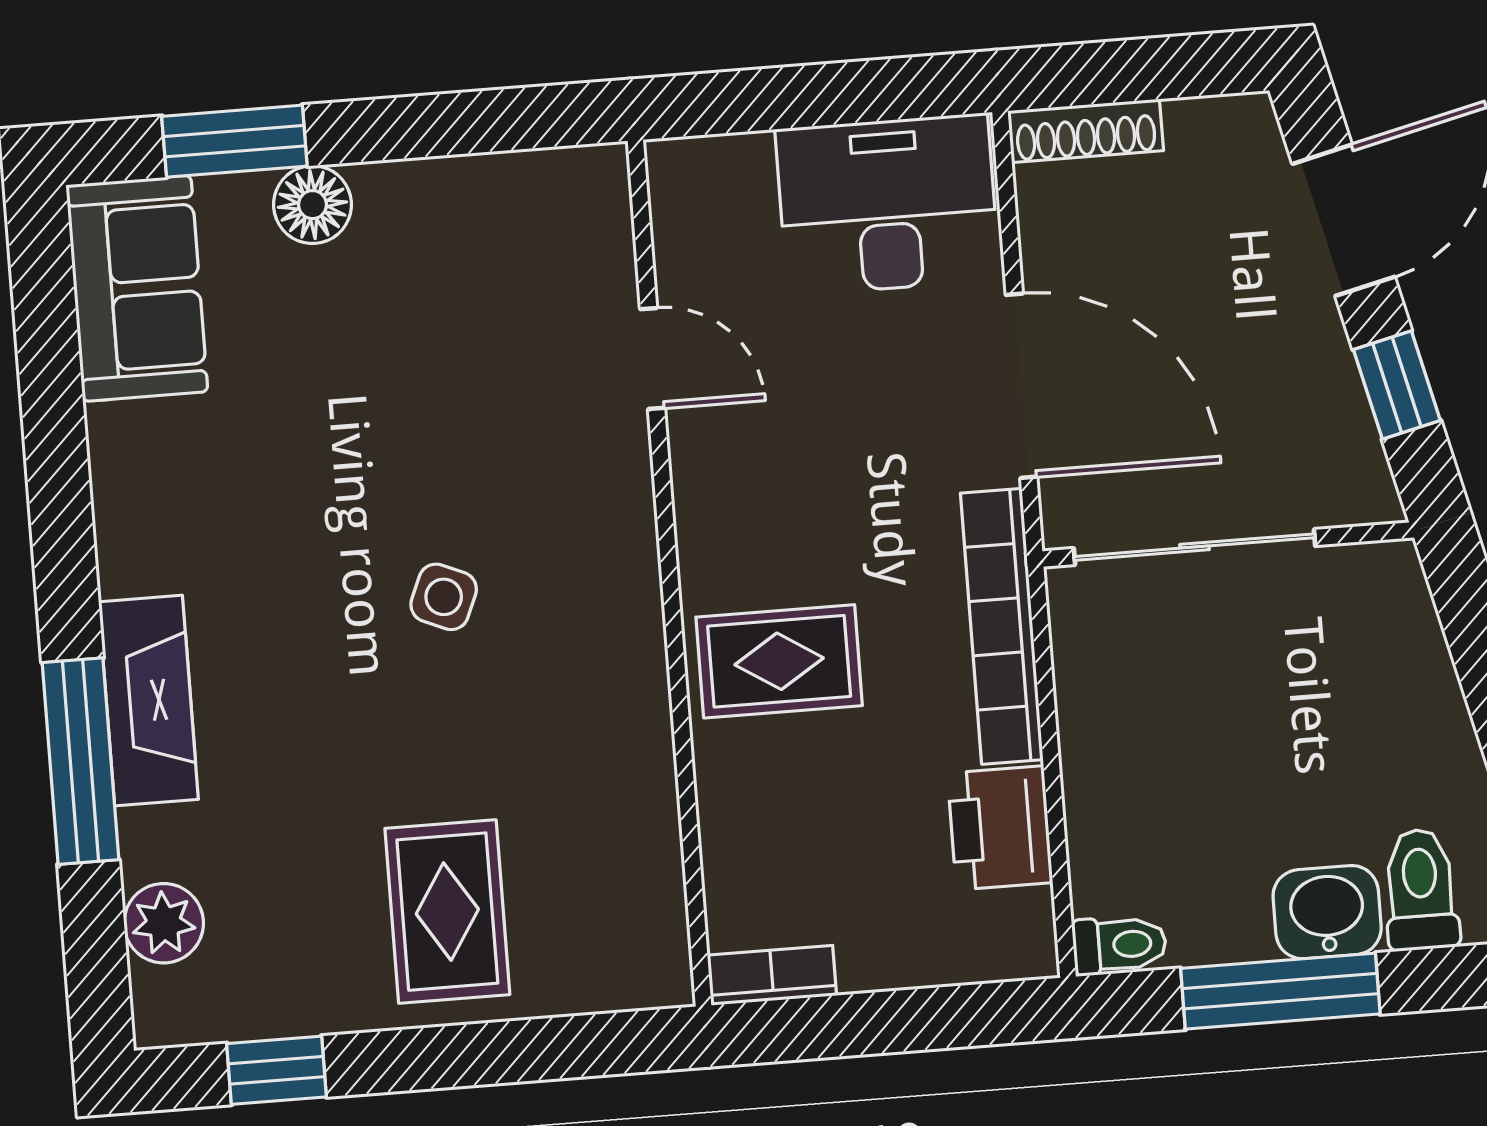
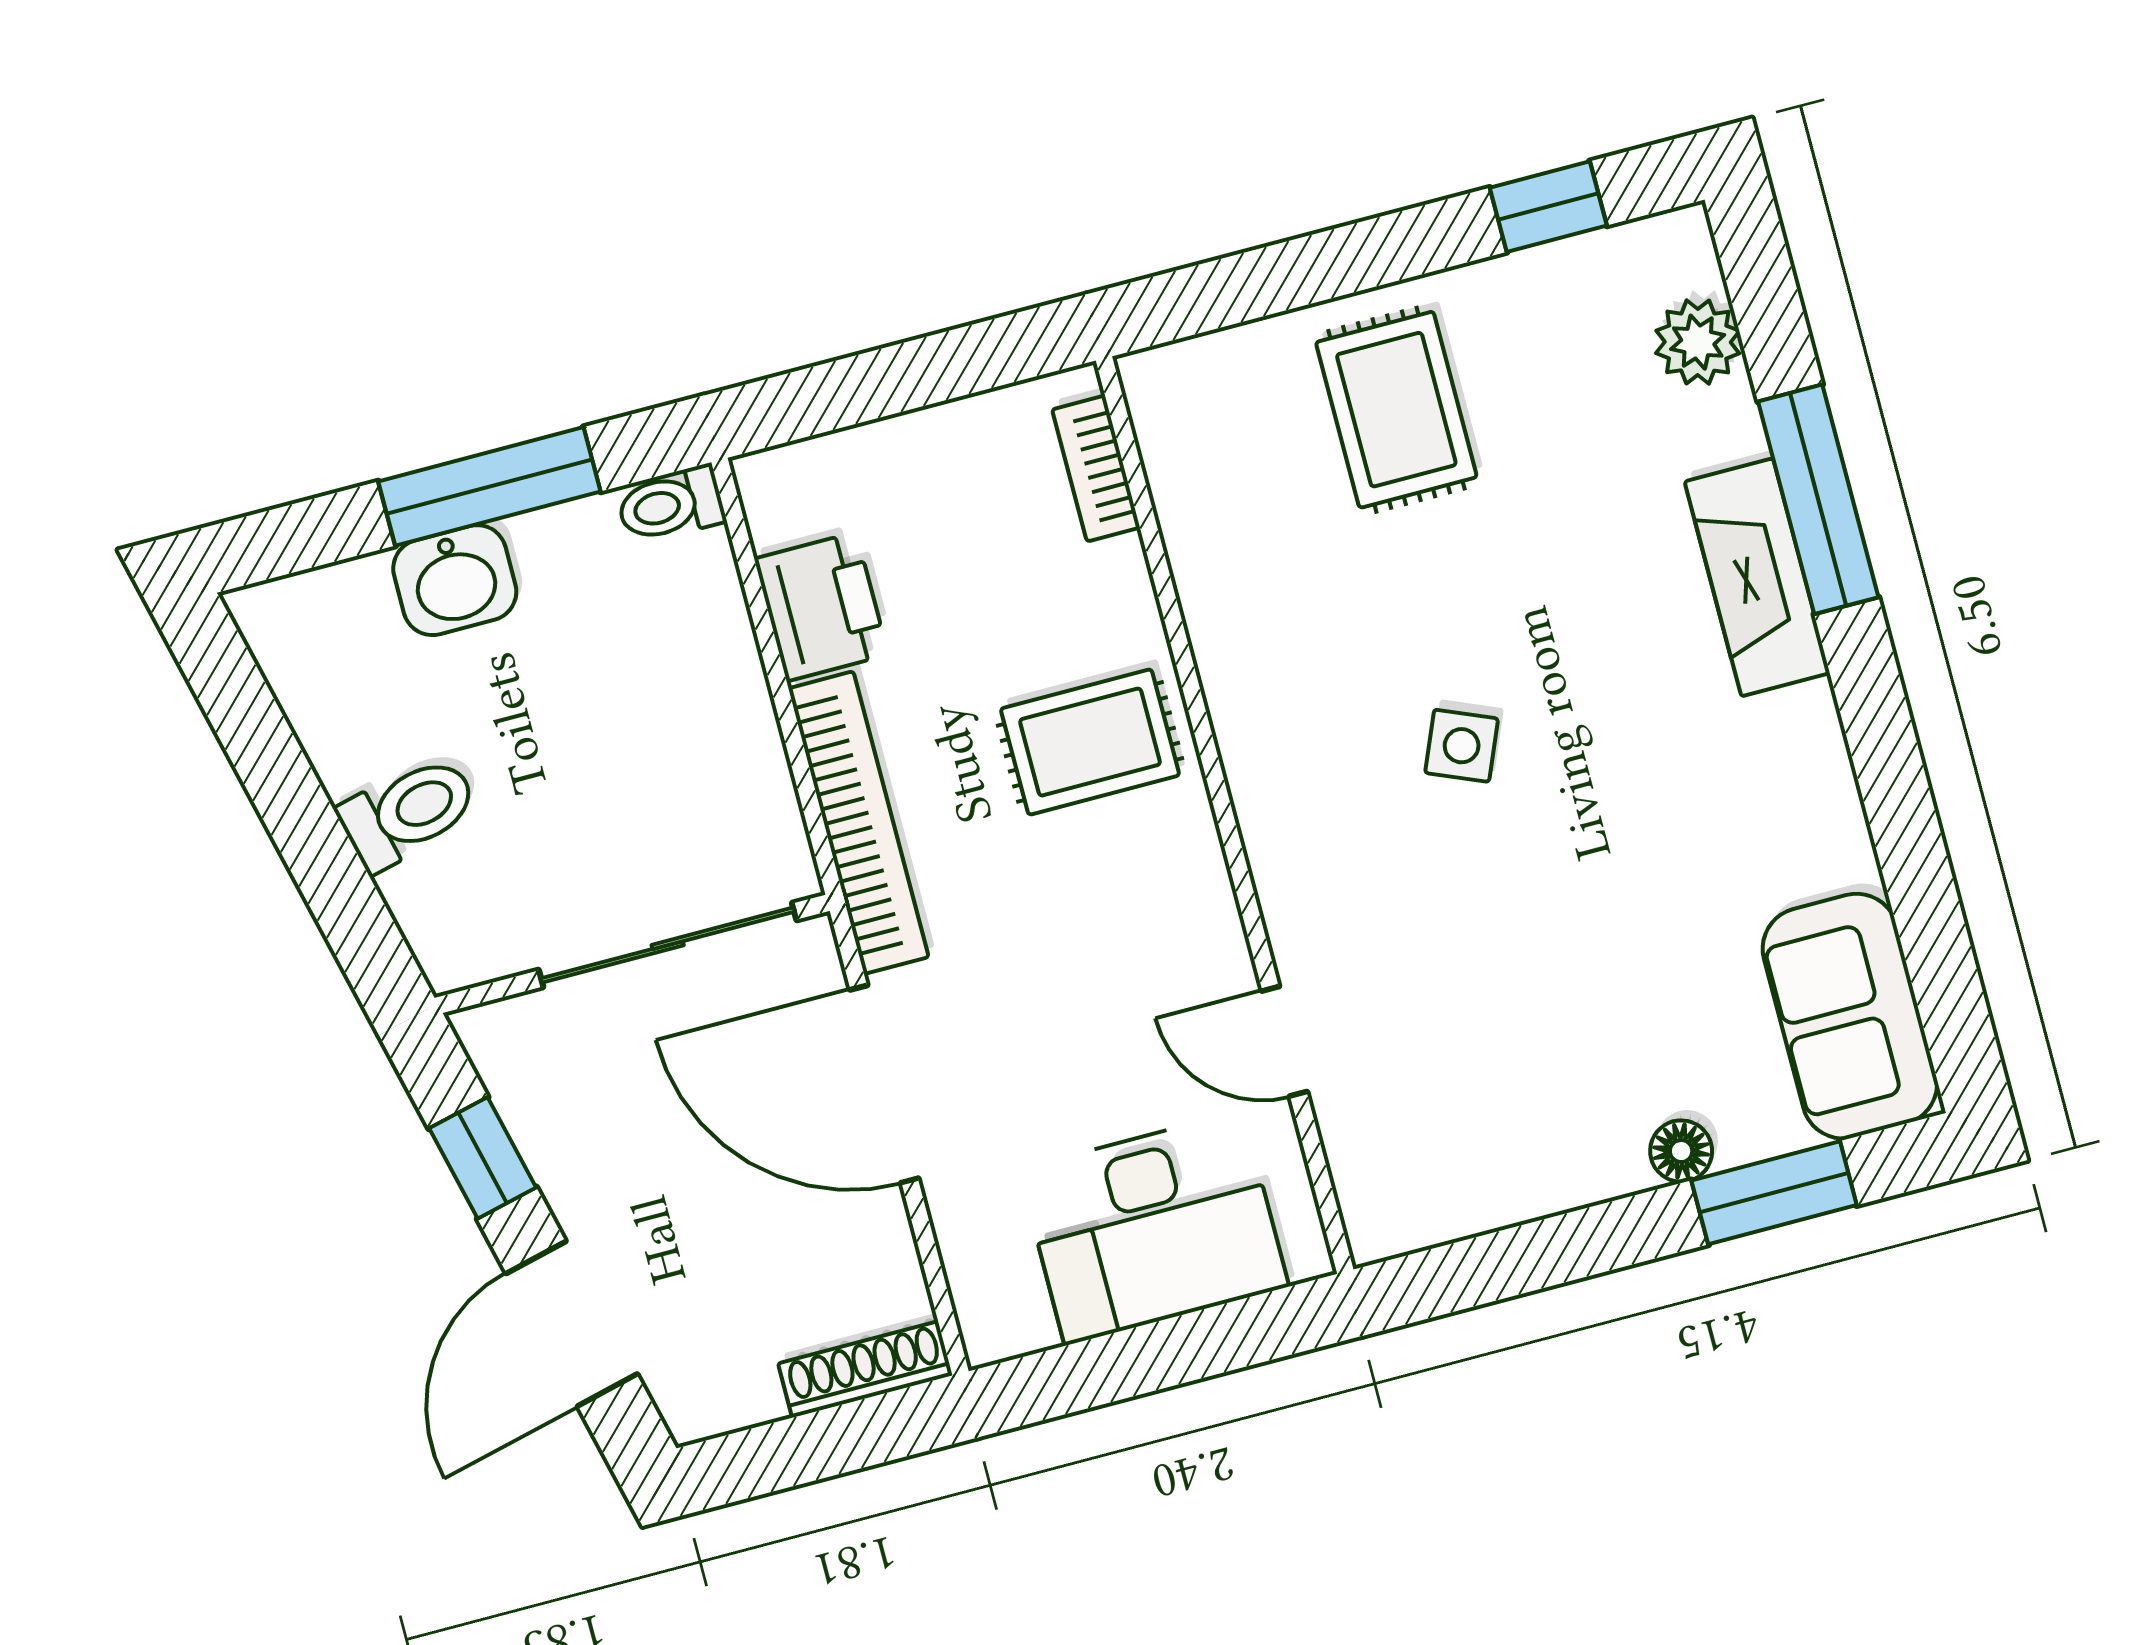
desk: (888, 204) -> (1154, 1228), moved
floor lamp: (312, 205) -> (1681, 1151), width x0.73, depth x0.73
toilet: (1421, 890) -> (408, 812), moved, turned -103
bookcase: (772, 975) -> (1096, 469), moved, turned 90

